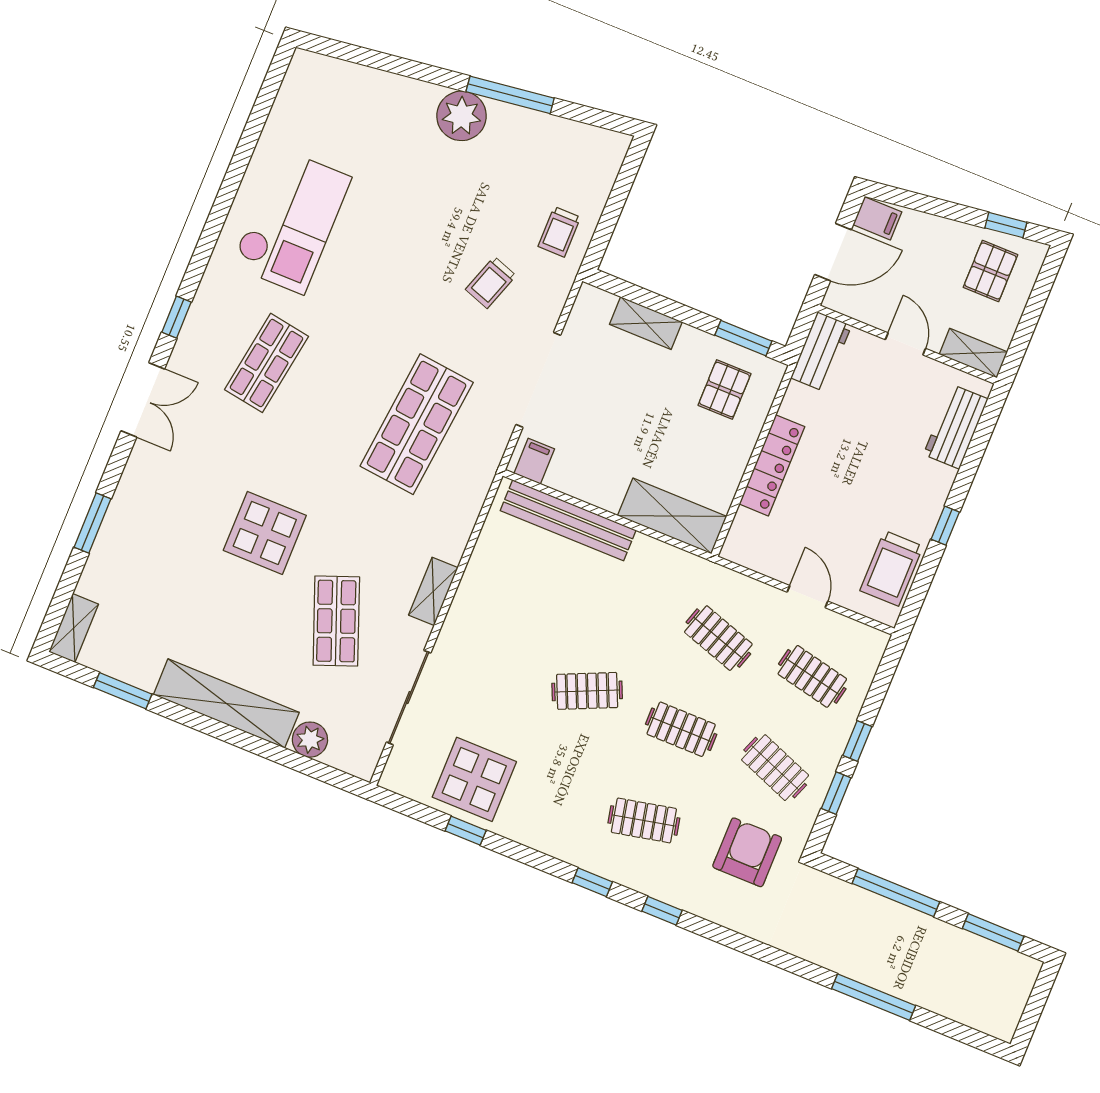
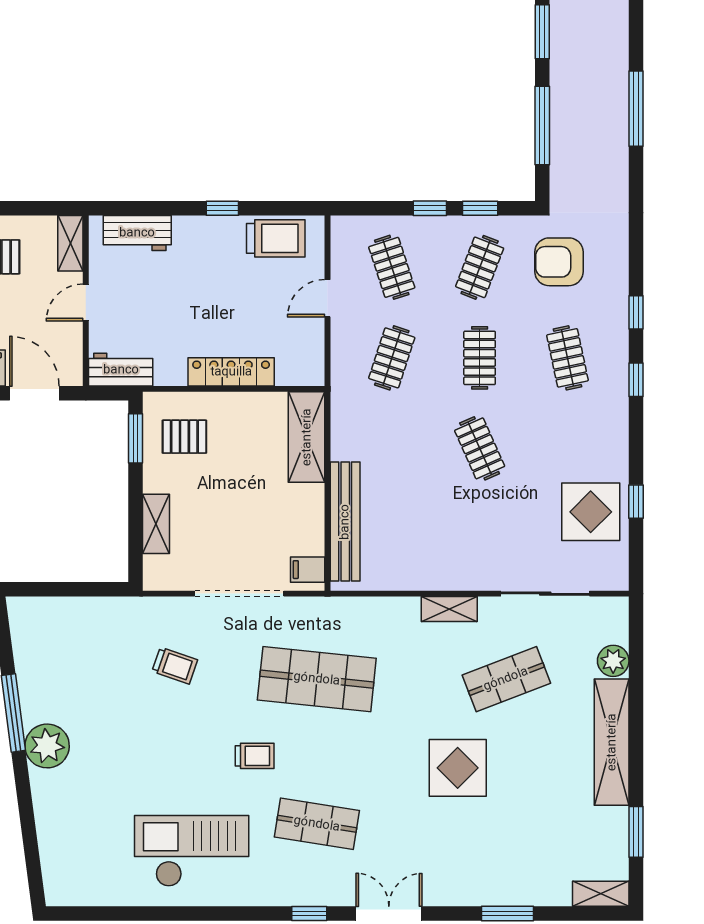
trolley: (559, 232) -> (255, 756), moved
clothes rail: (812, 676) -> (392, 267), turned -30

